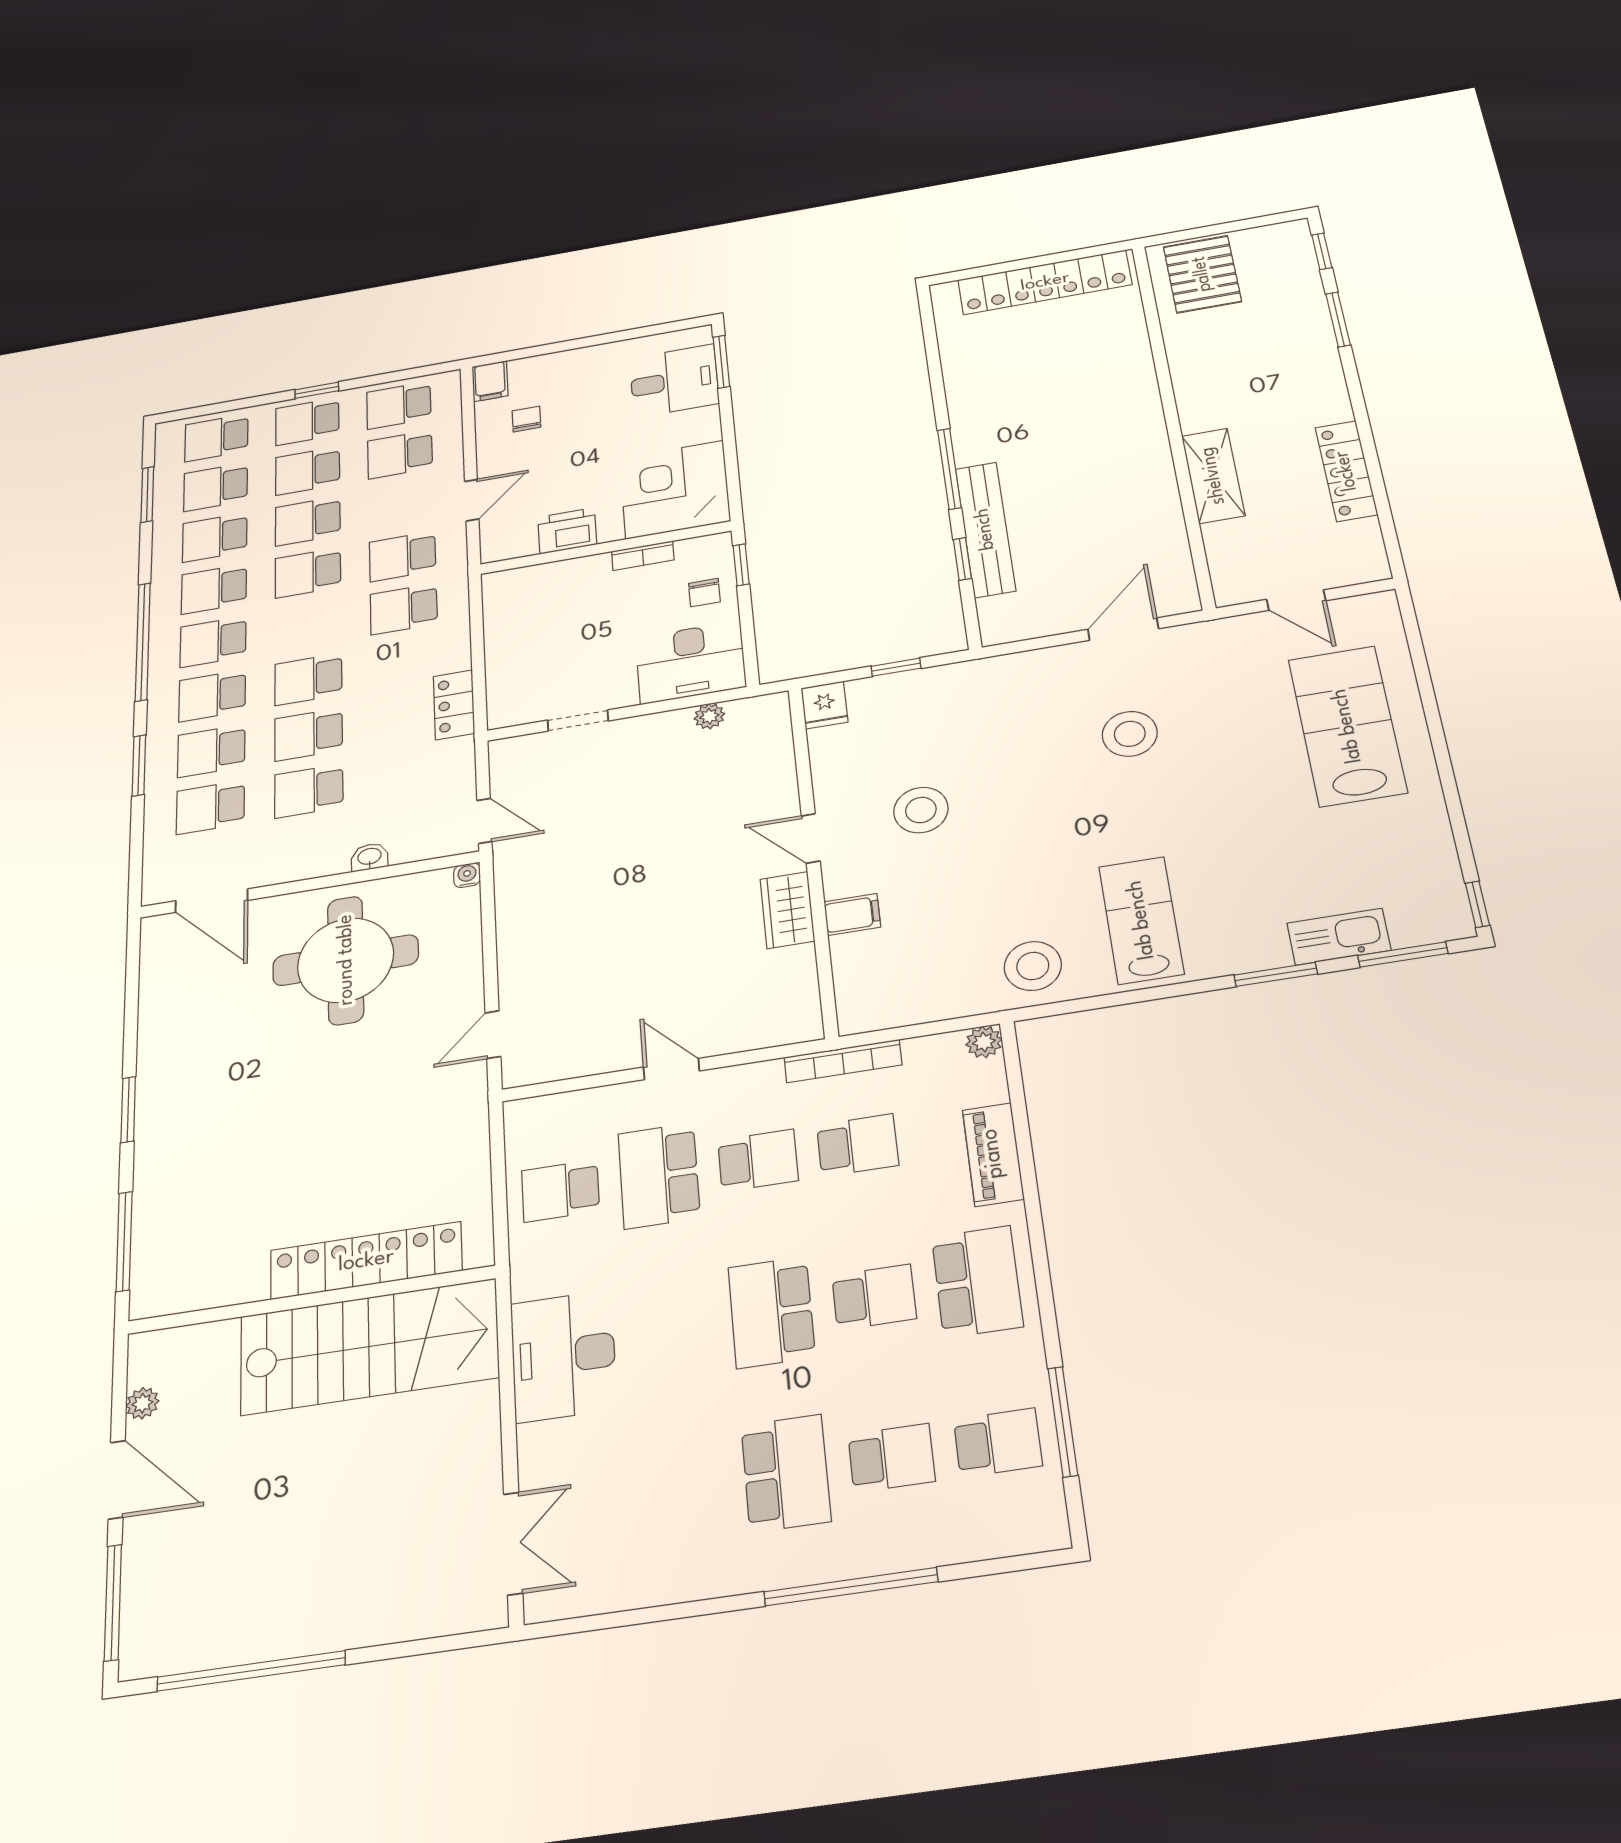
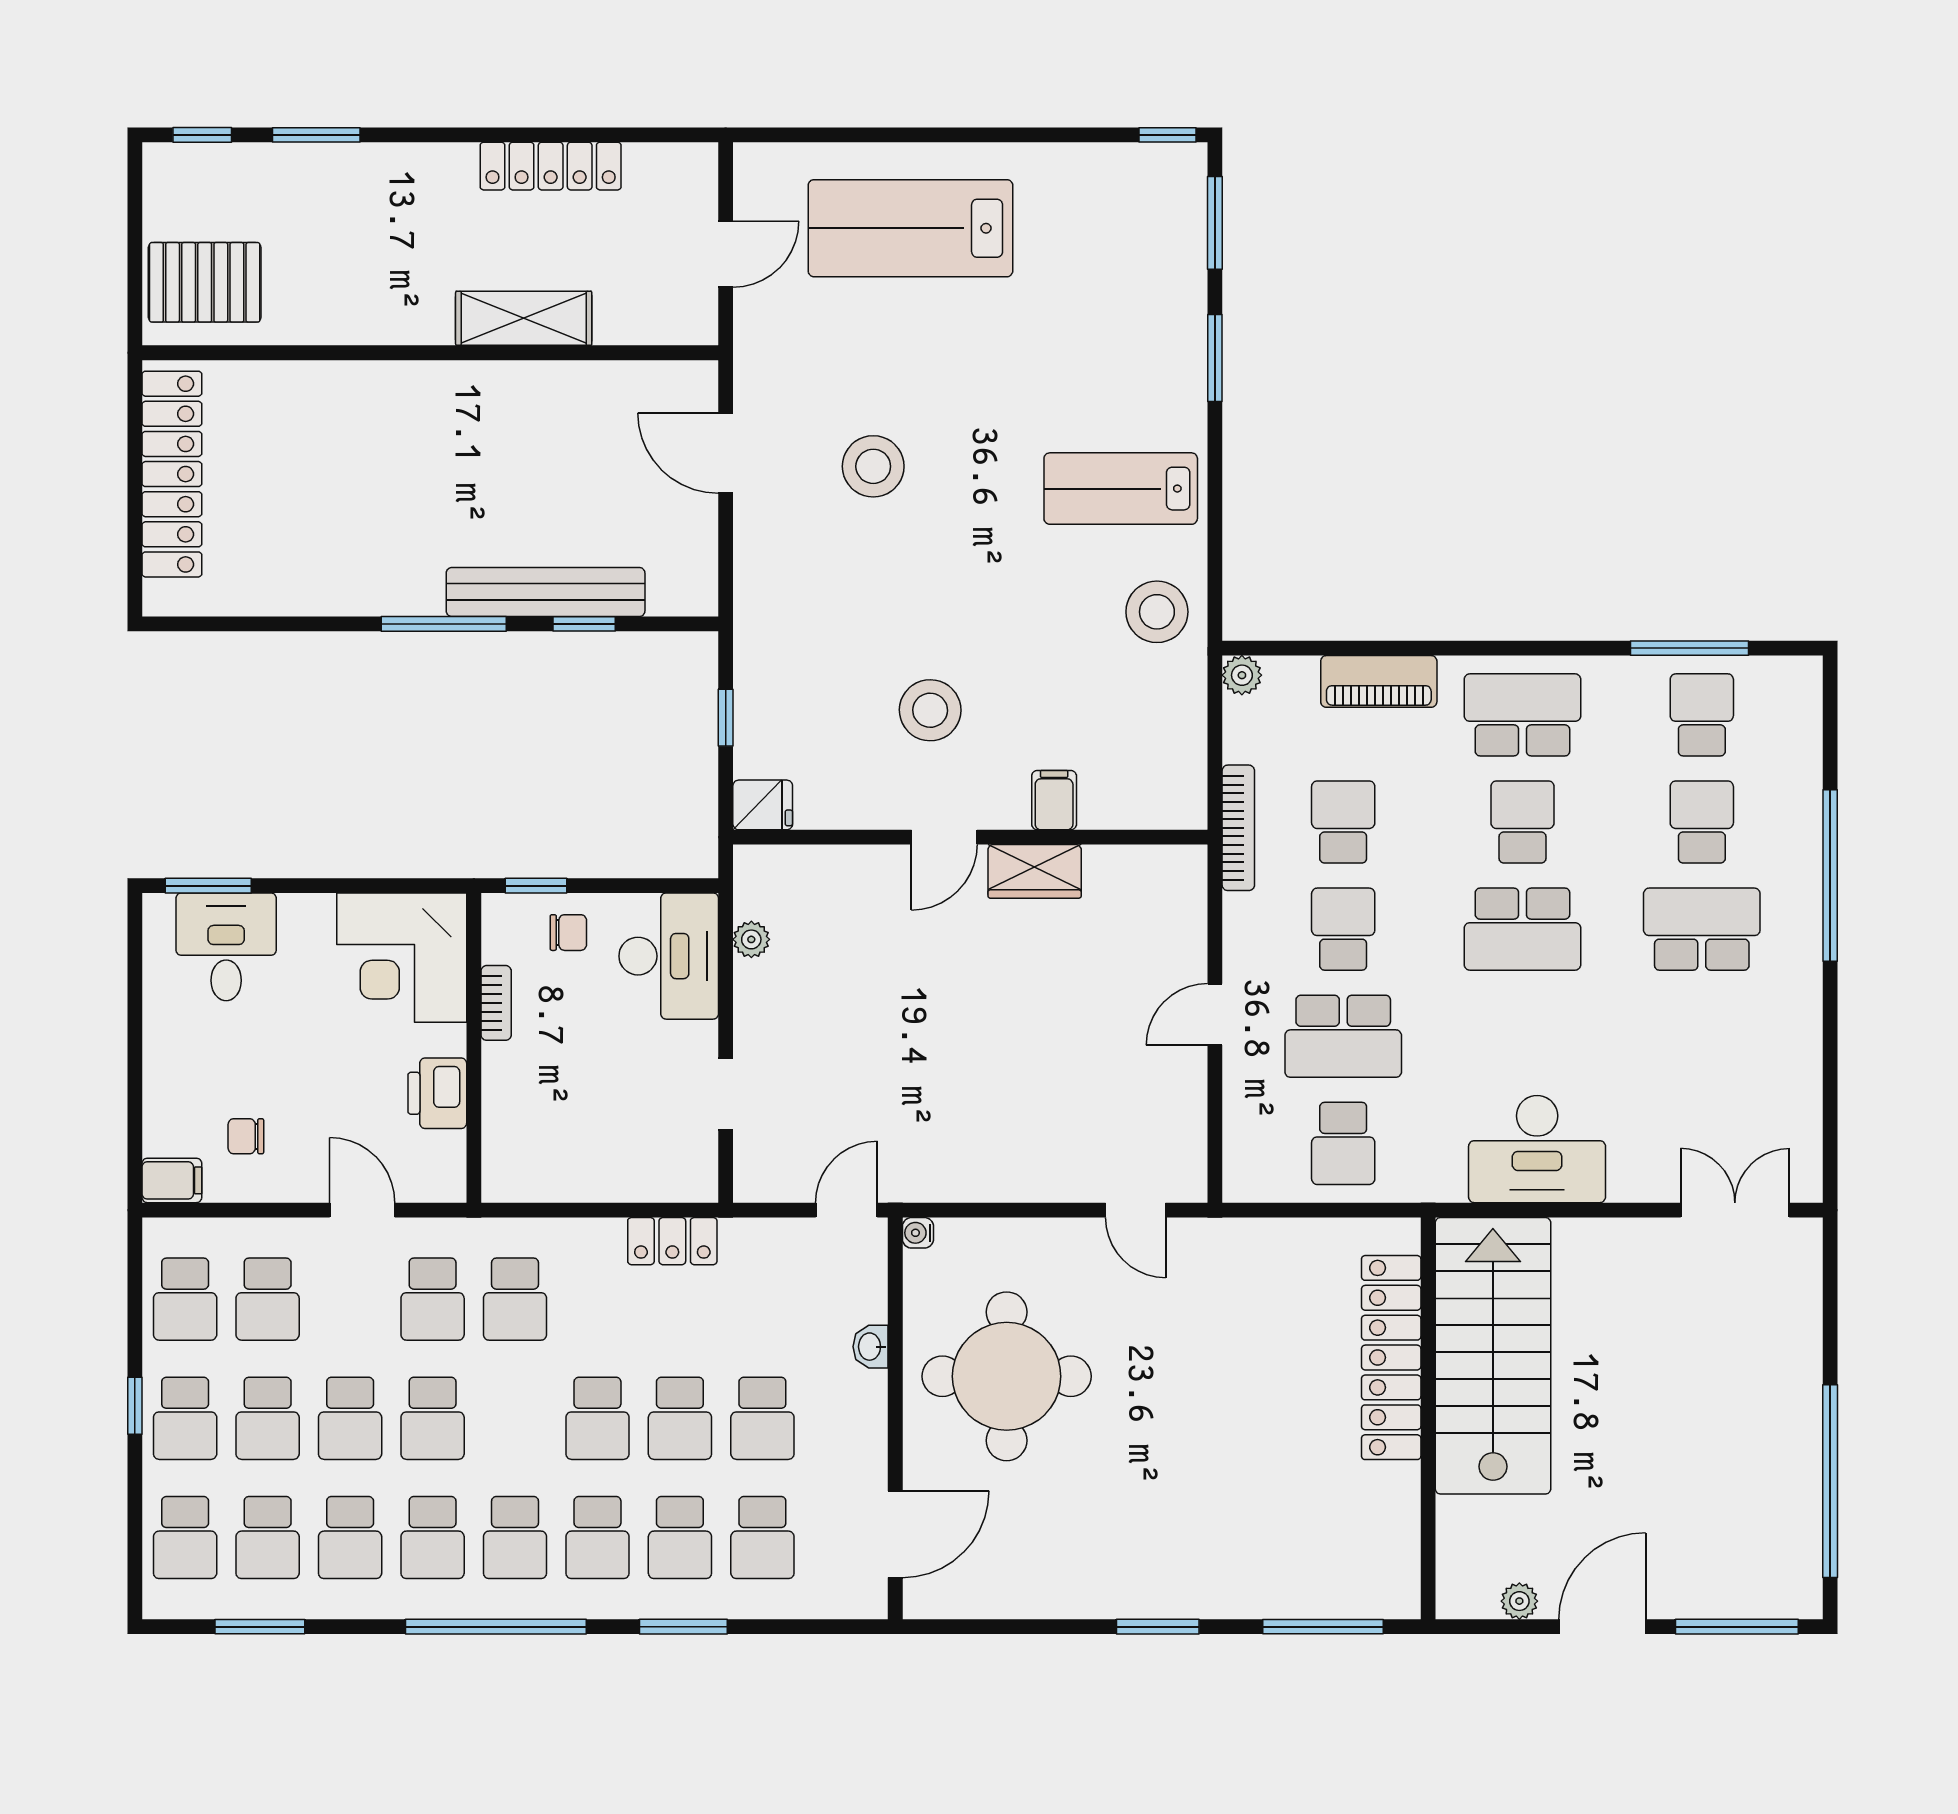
kitchen sink: (1339, 937) -> (1181, 285), removed

